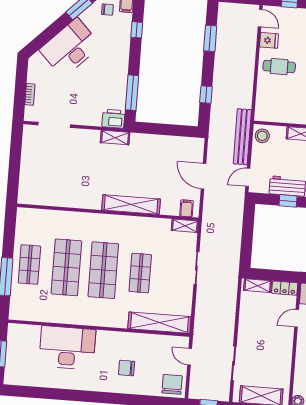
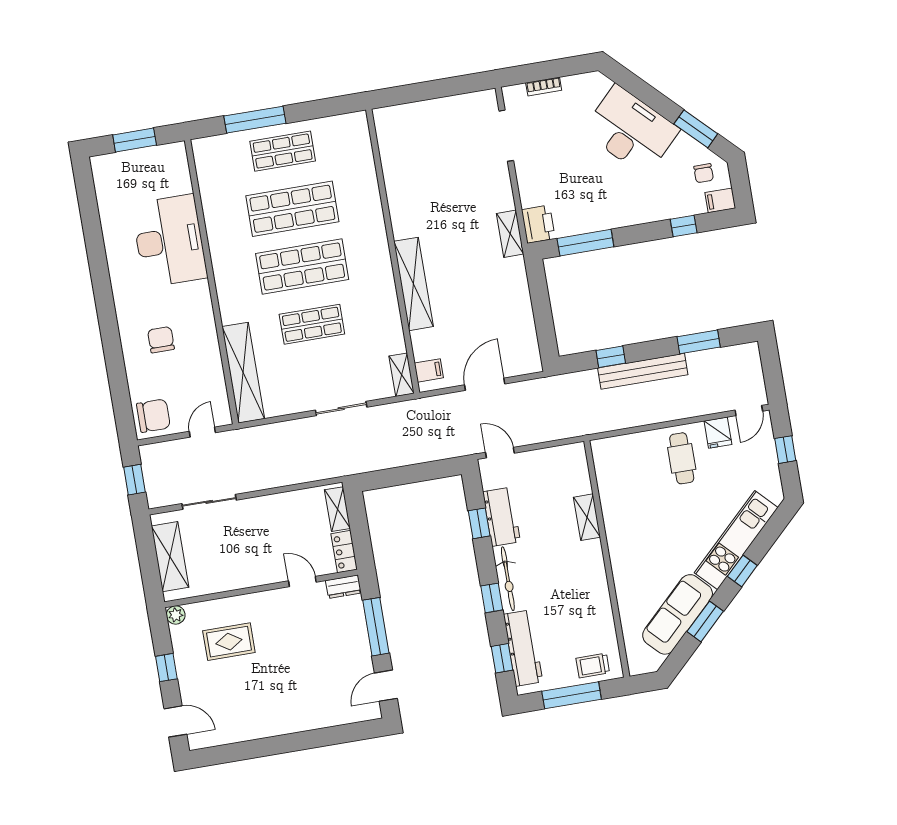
stool: (262, 136) -> (569, 459), removed
bench: (242, 137) -> (643, 371), moved

